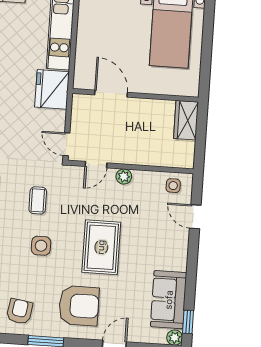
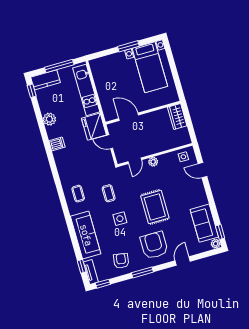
door: (66, 144) -> (110, 142), moved
armchair: (79, 306) -> (154, 245), turned -90

